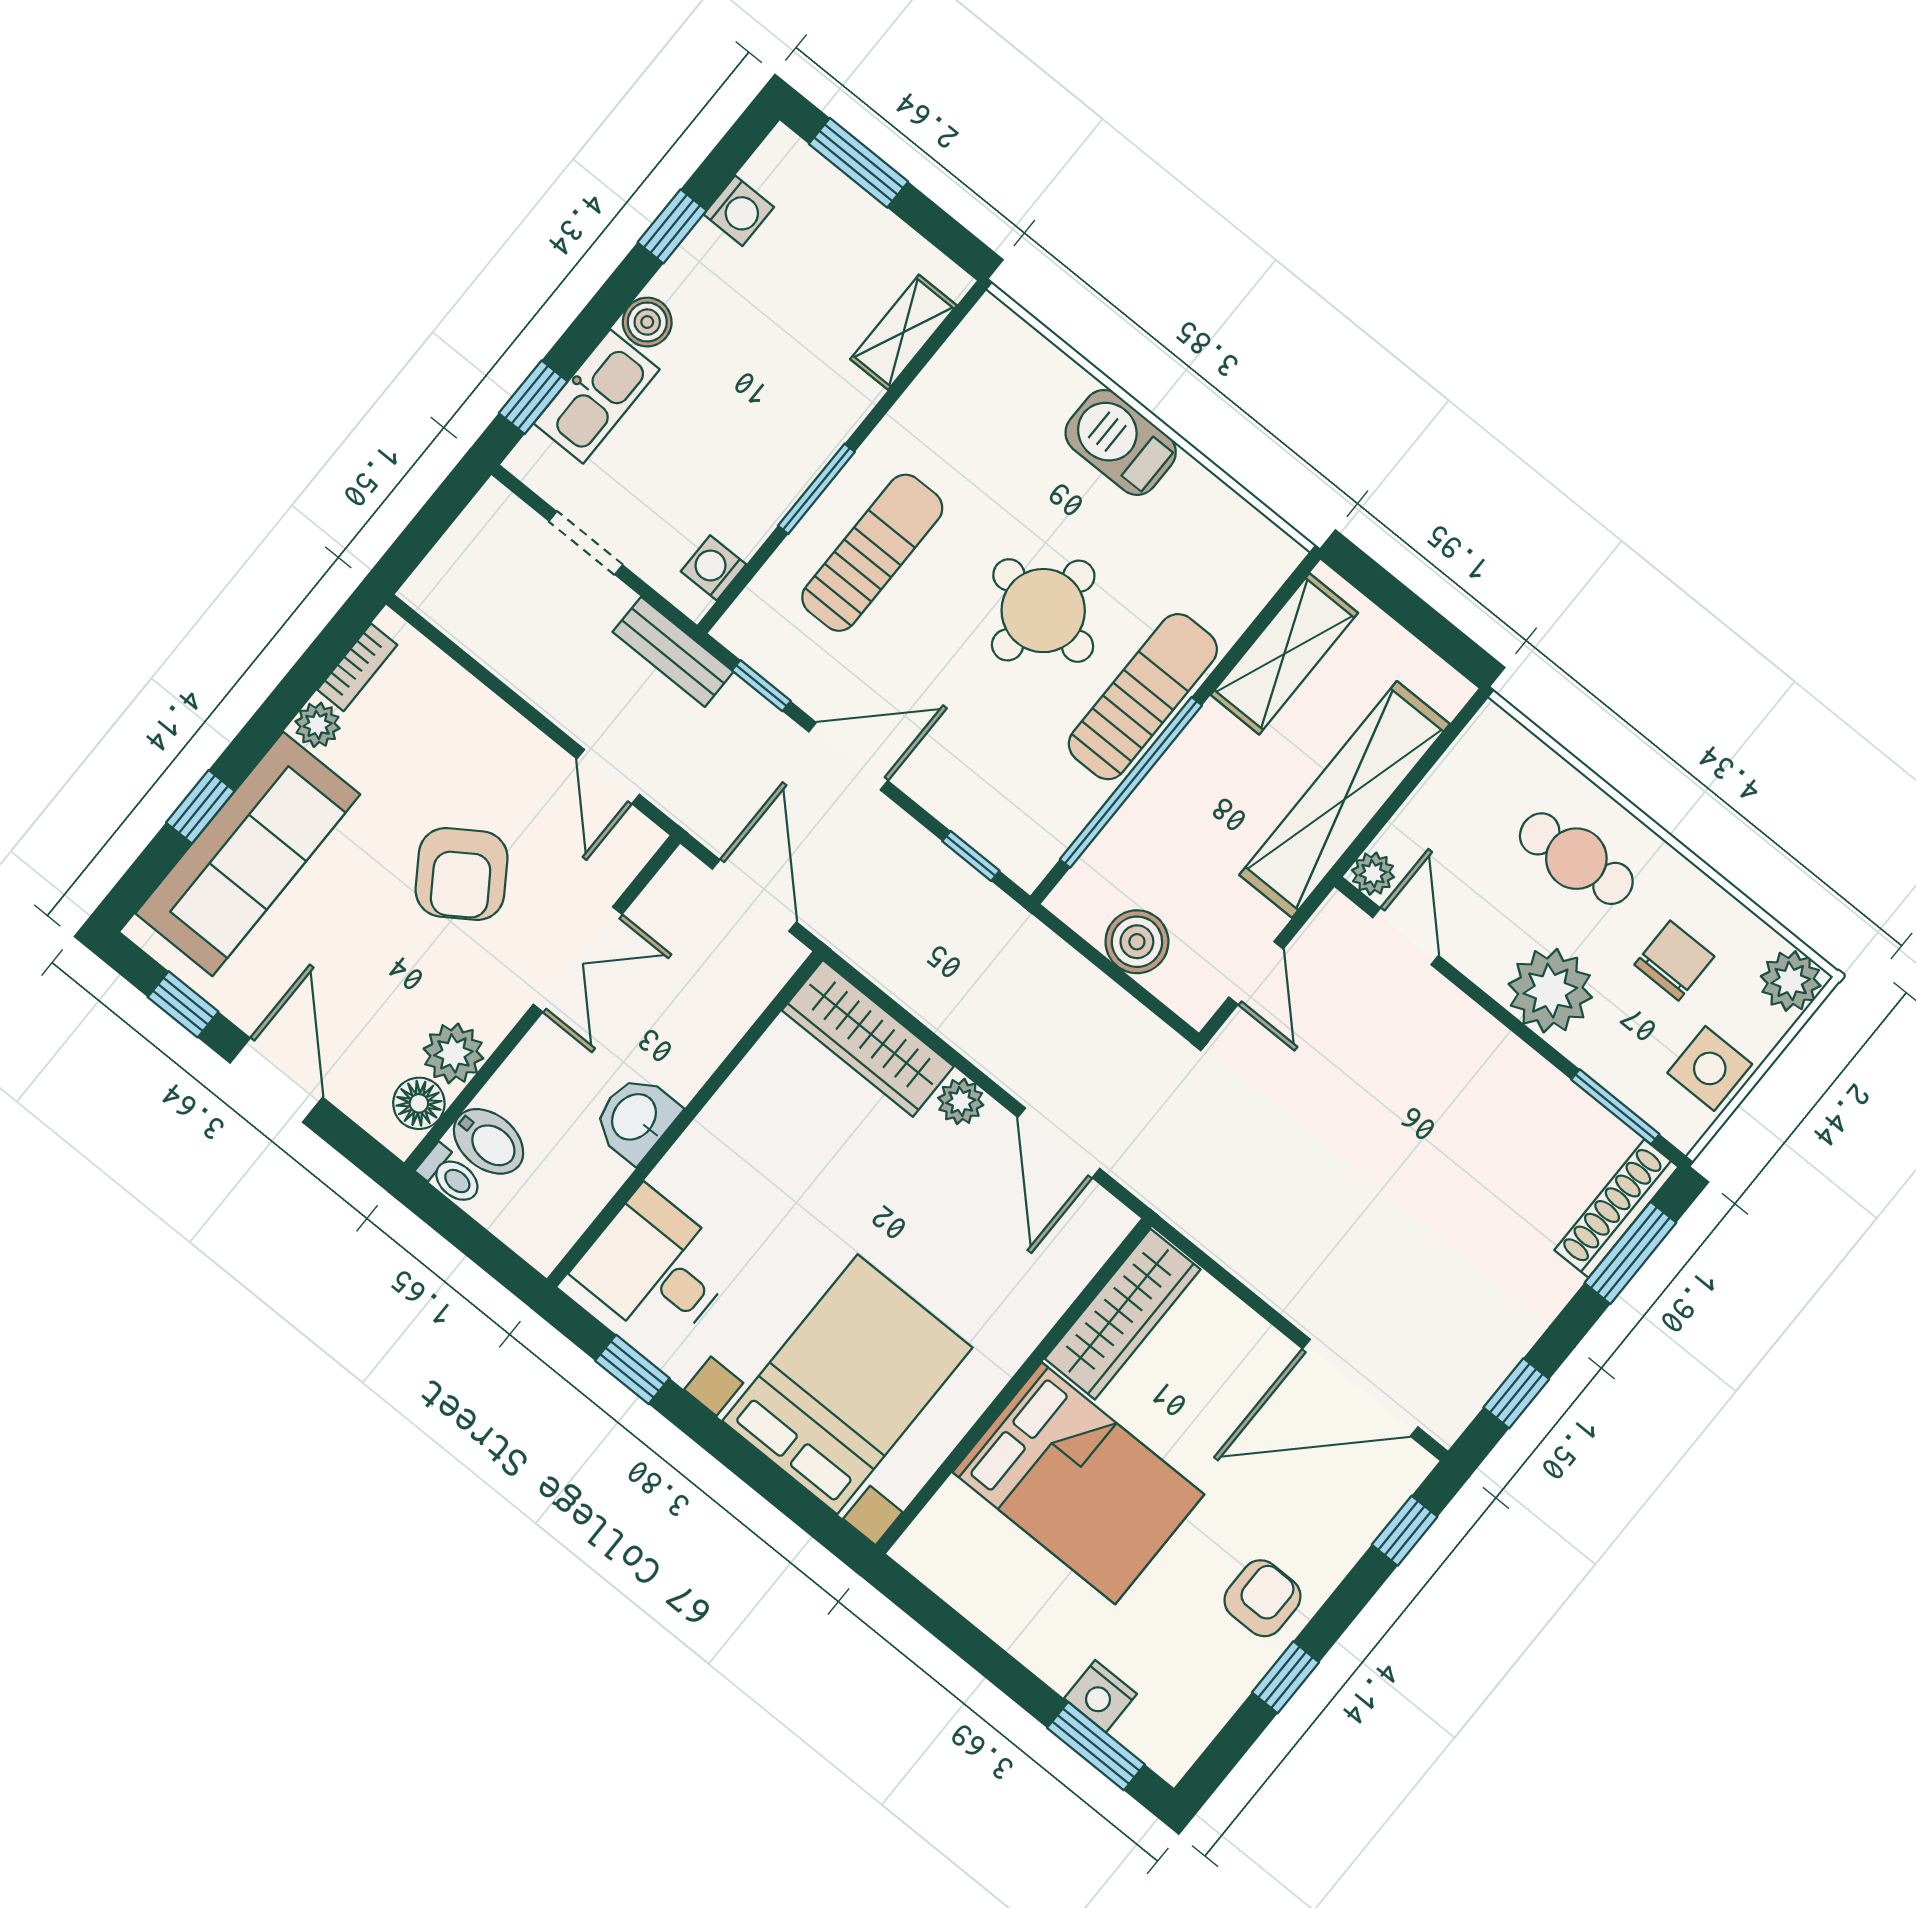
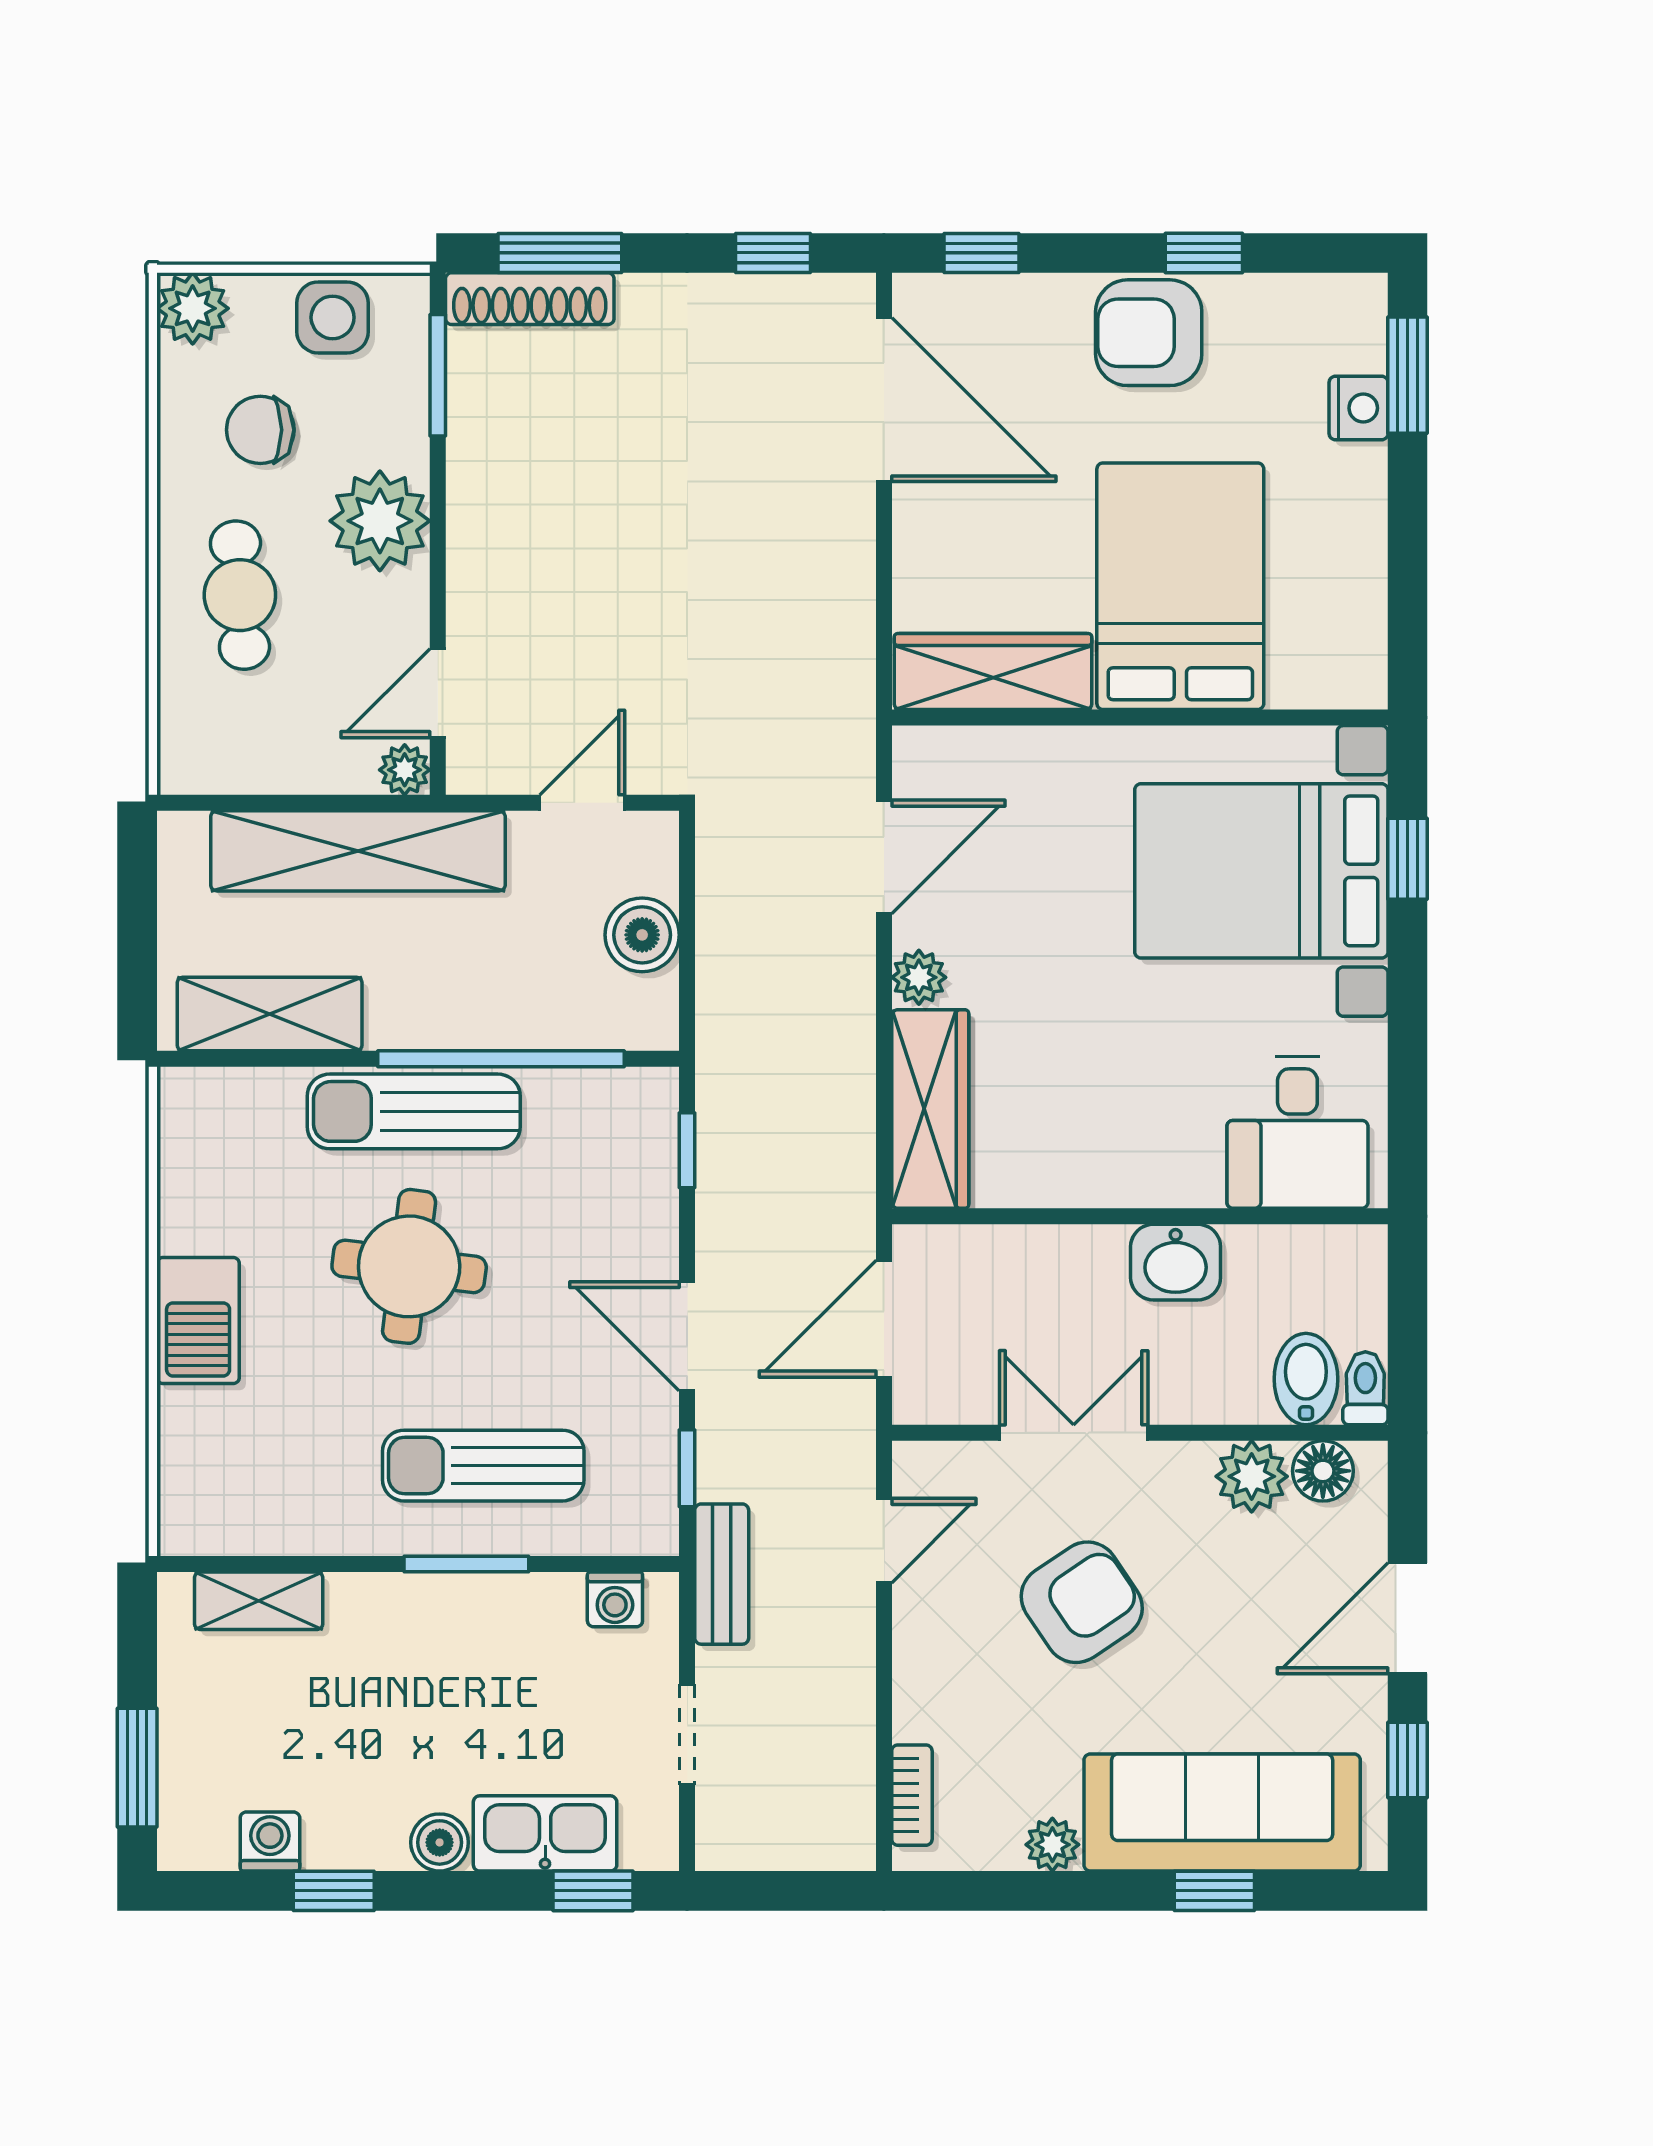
bookcase: (357, 667) -> (912, 1795), moved, turned 90
window: (632, 1369) -> (1408, 859), moved
armchair: (1262, 1598) -> (1149, 333), width x1.38, depth x1.38

